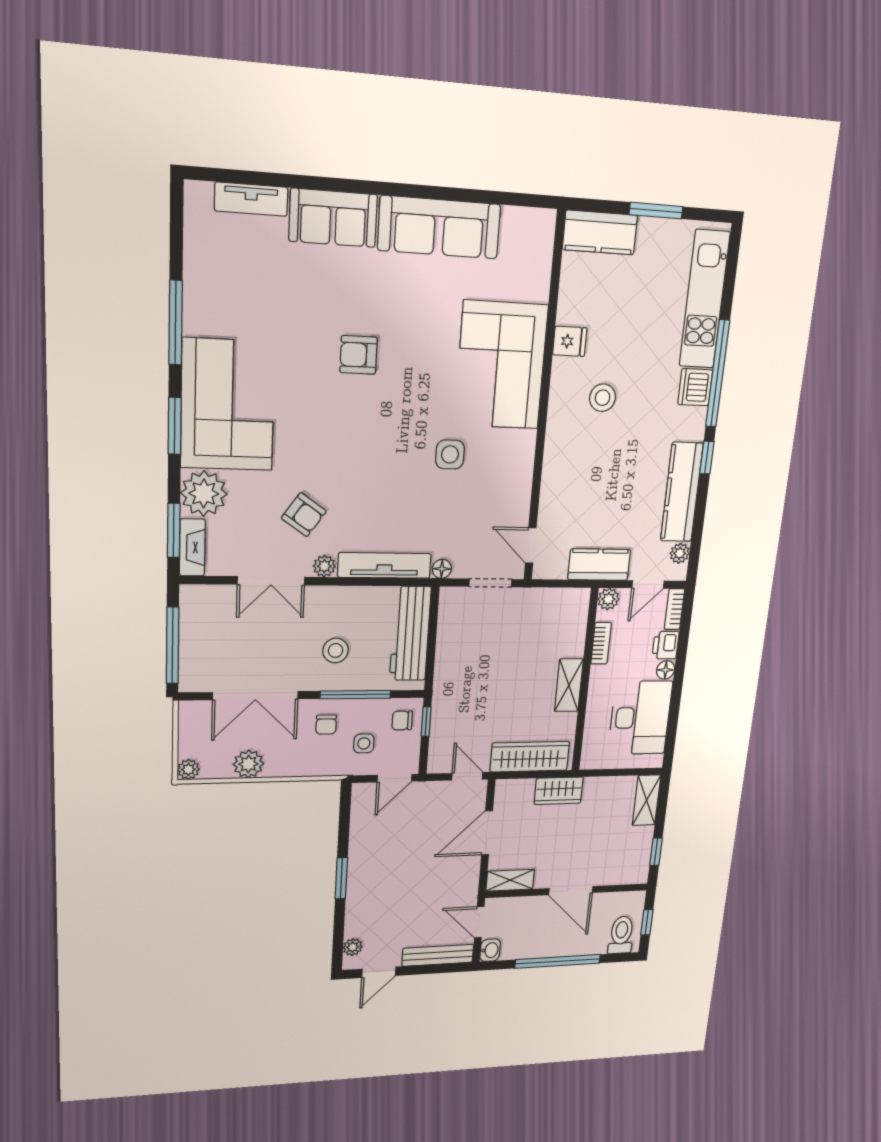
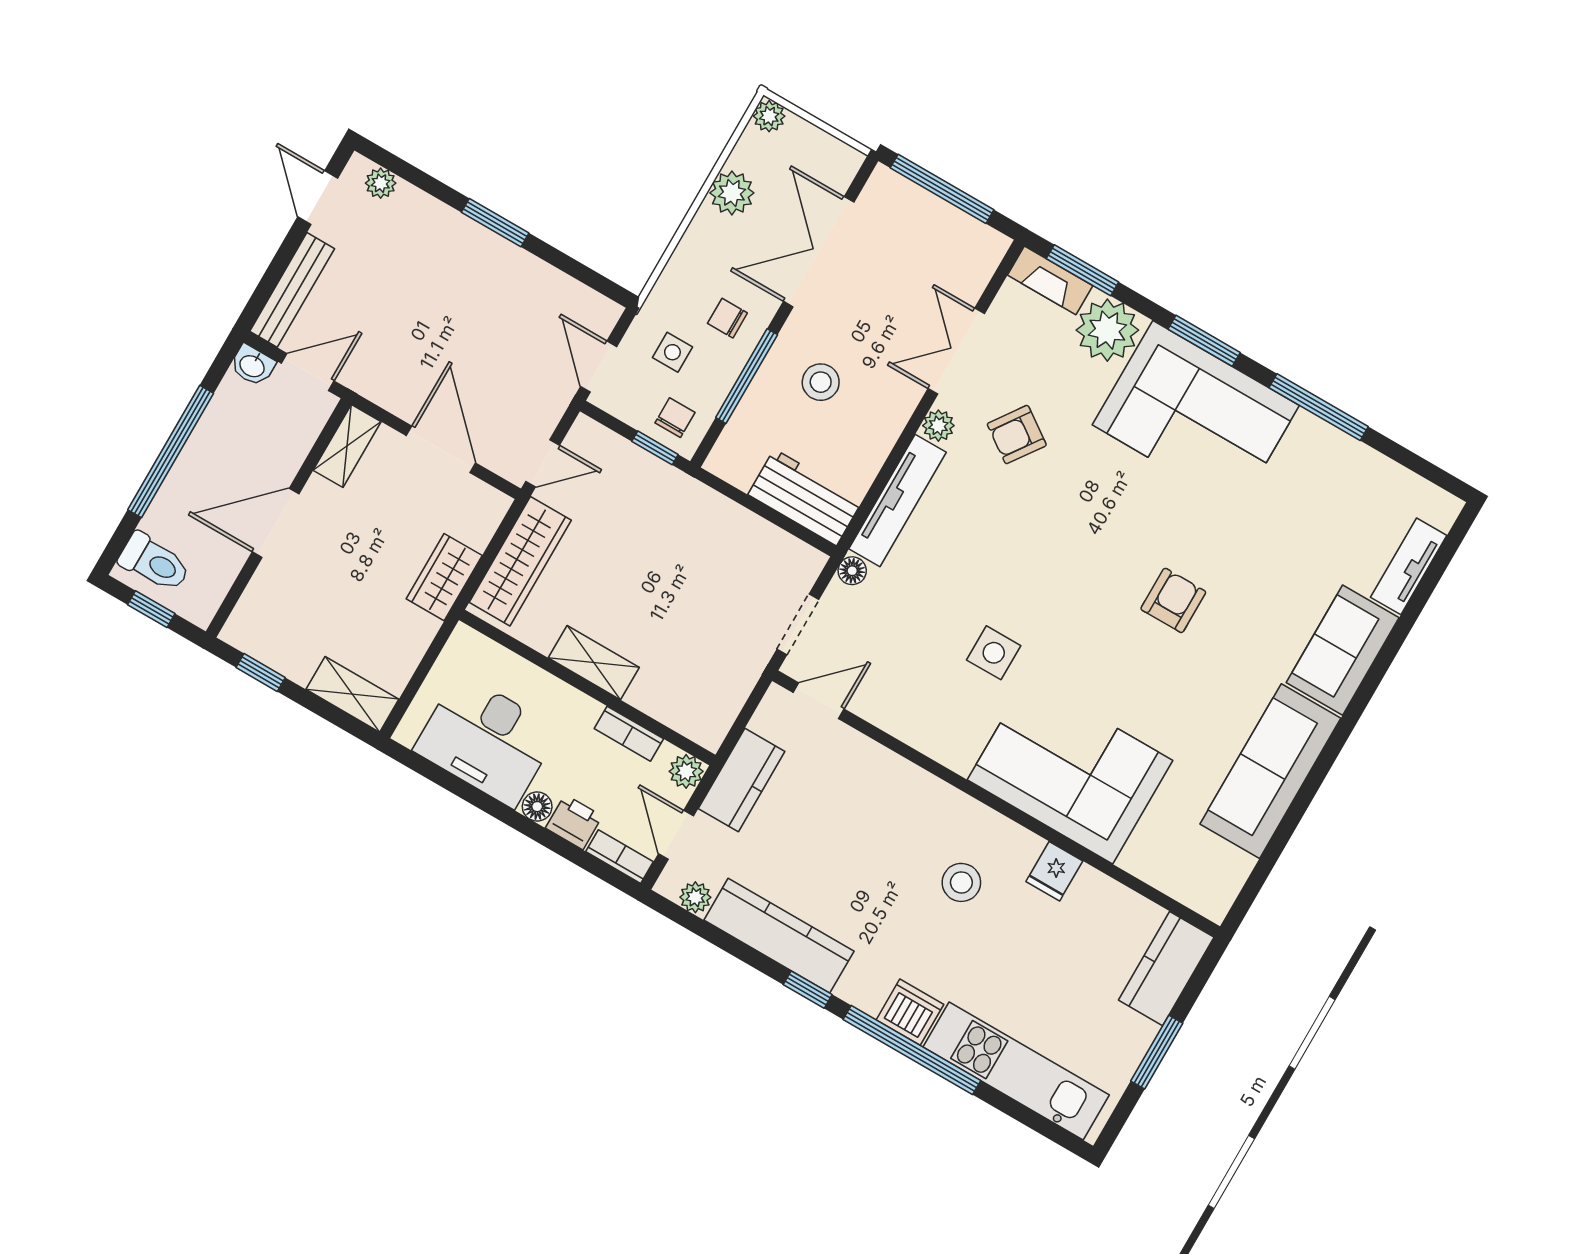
workbench: (410, 634) -> (805, 497), width x0.73

